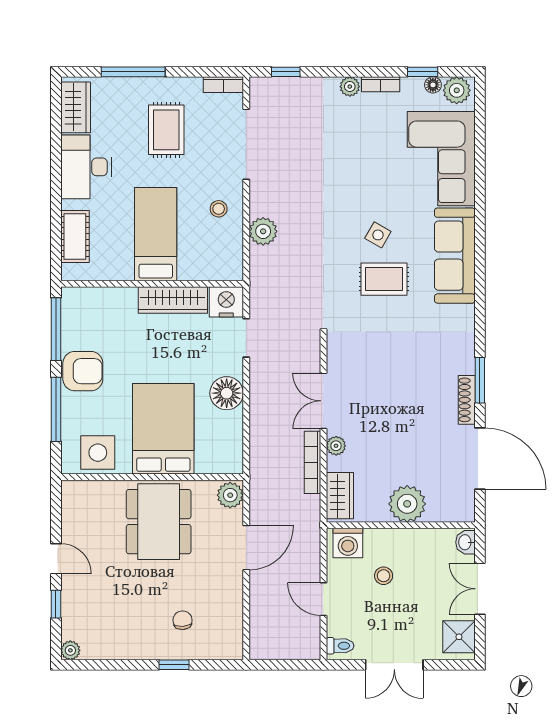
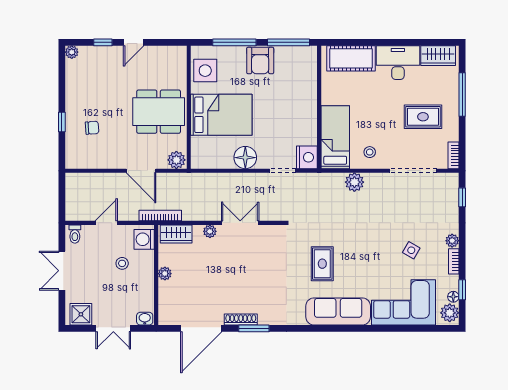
bed: (156, 234) -> (335, 137), moved, turned -90
side table: (378, 235) -> (411, 250), moved
cot: (75, 236) -> (351, 58), width x1.37, depth x1.34
wardrobe: (173, 300) -> (308, 121), removed
bookcase: (313, 462) -> (160, 215), moved
plant: (407, 504) -> (165, 274), width x0.53, depth x0.53
double door: (480, 589) -> (113, 328), swing flipped

